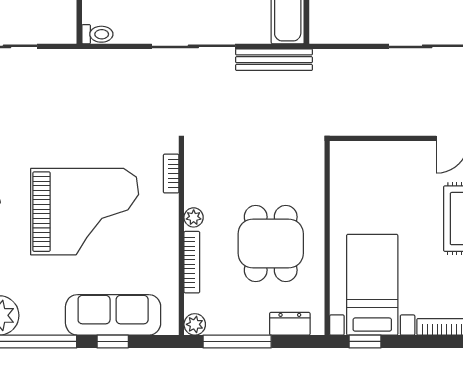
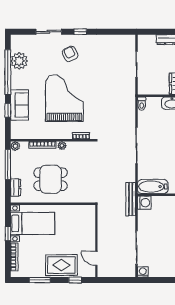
washing machine: (325, 28) -> (144, 203), added
bench: (274, 60) -> (131, 199), moved
grand piano: (85, 212) -> (64, 98), turned 180
sofa: (113, 315) -> (19, 105), width x0.73
window: (365, 341) -> (8, 233), moved

